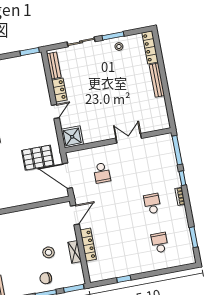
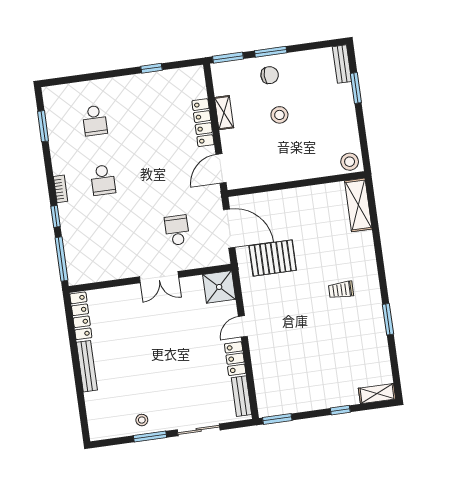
locker: (150, 47) -> (81, 316), moved
double door: (129, 138) -> (159, 277), moved
stool: (49, 252) -> (279, 115), moved

